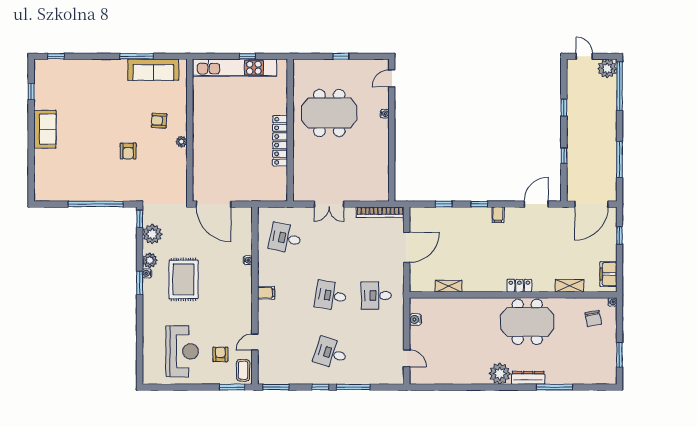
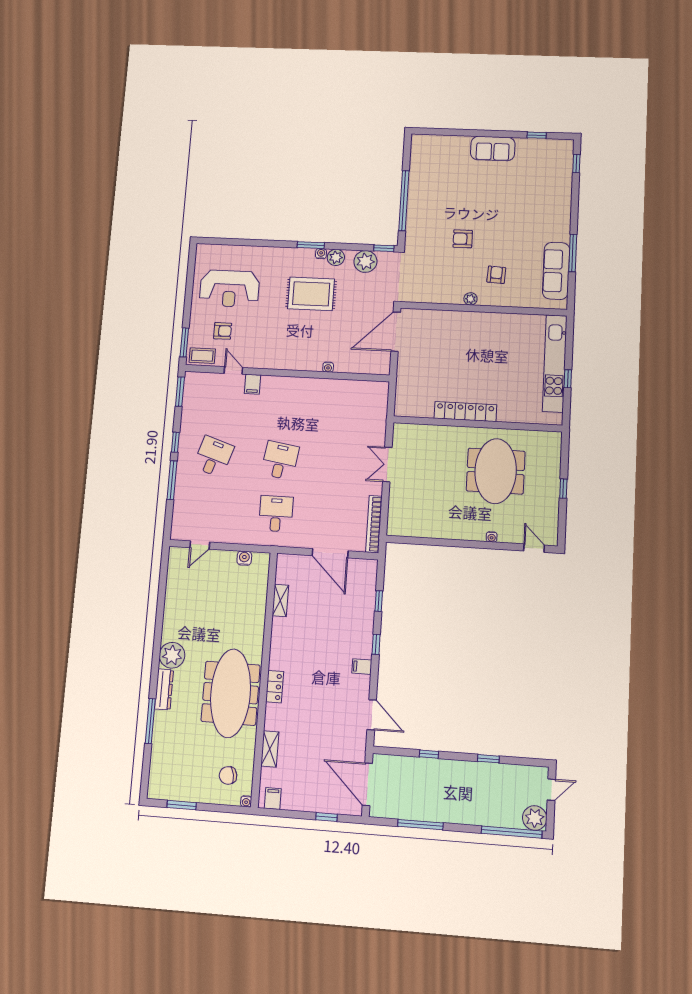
desk: (285, 238) -> (351, 412), removed
filing cabinet: (608, 274) -> (273, 798), width x0.50
filing cabinet: (266, 293) -> (252, 384), moved
meeting table: (527, 322) -> (231, 693), width x1.36

